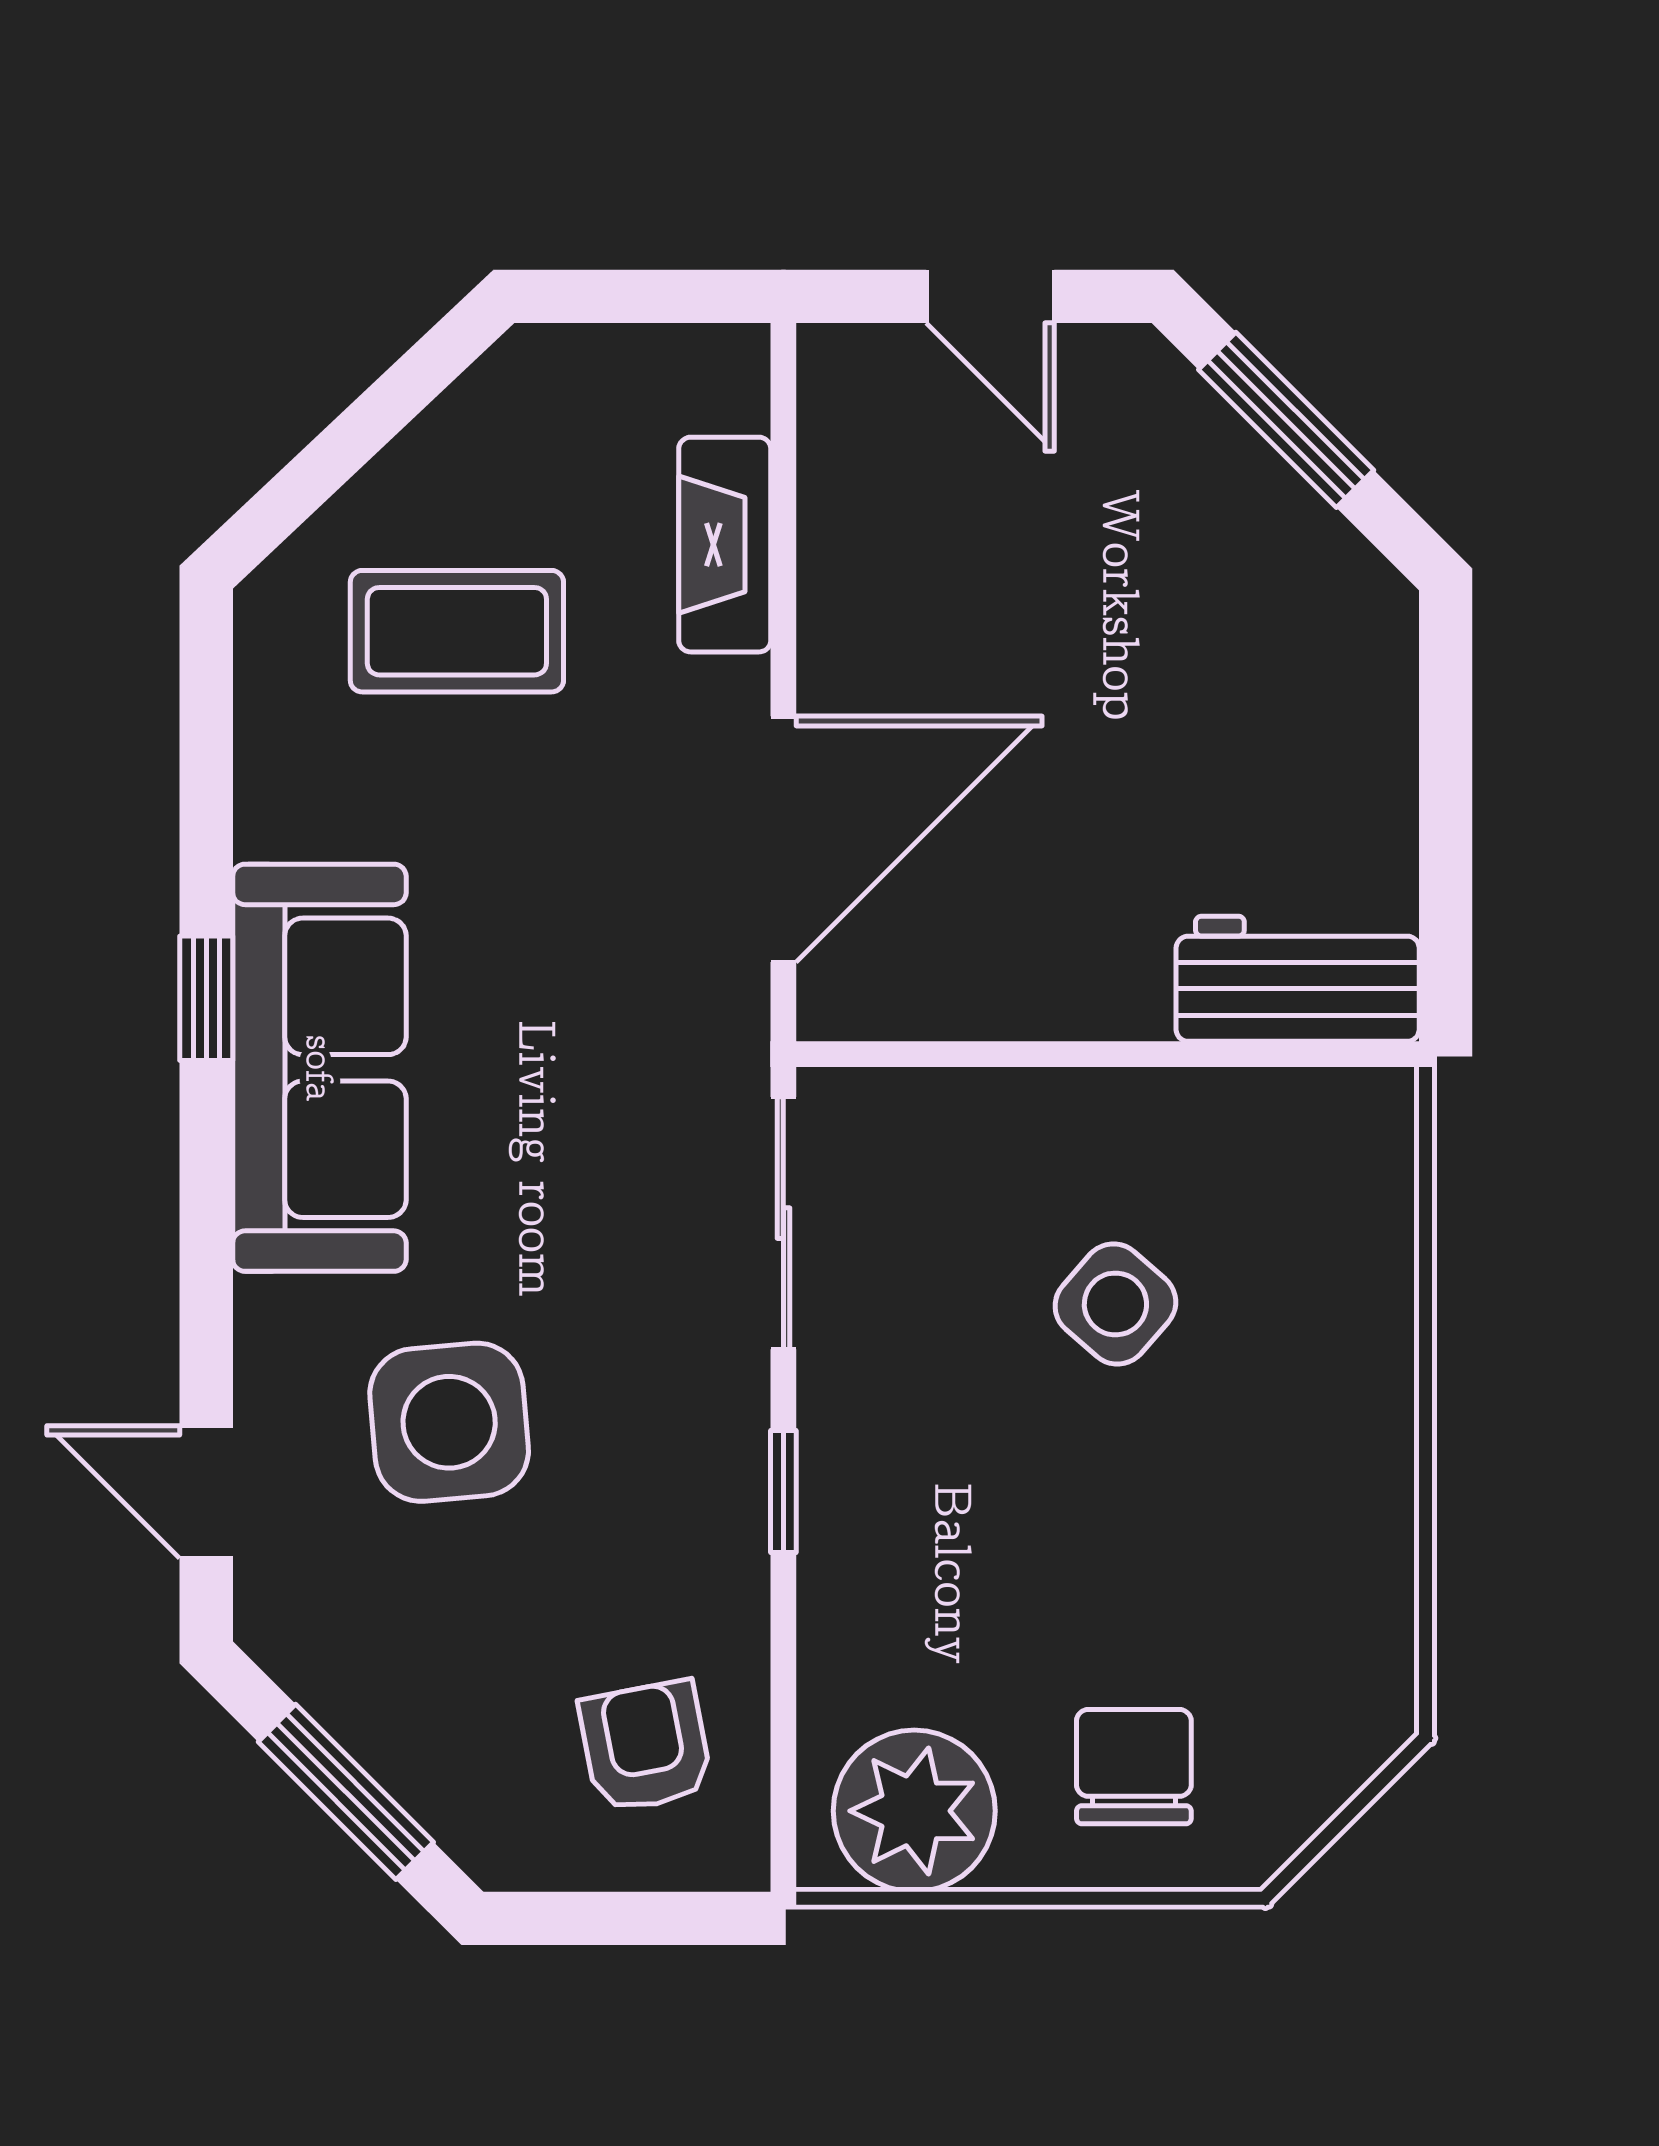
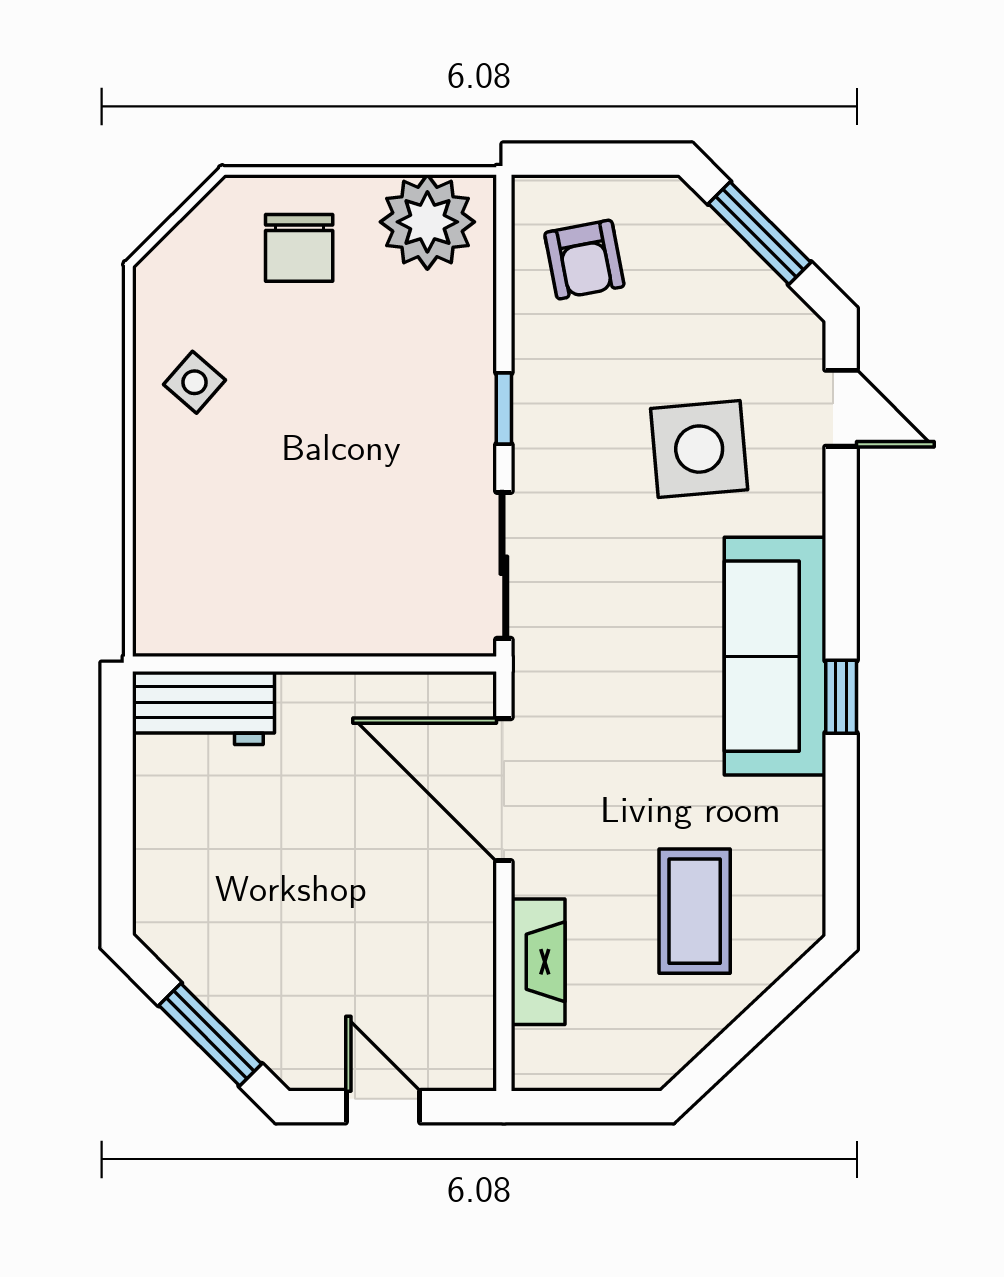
coffee table: (457, 631) -> (695, 911), turned 90
door: (783, 839) -> (504, 790), hinge flipped
side table: (1115, 1304) -> (194, 382), moved, width x0.73, depth x0.73

